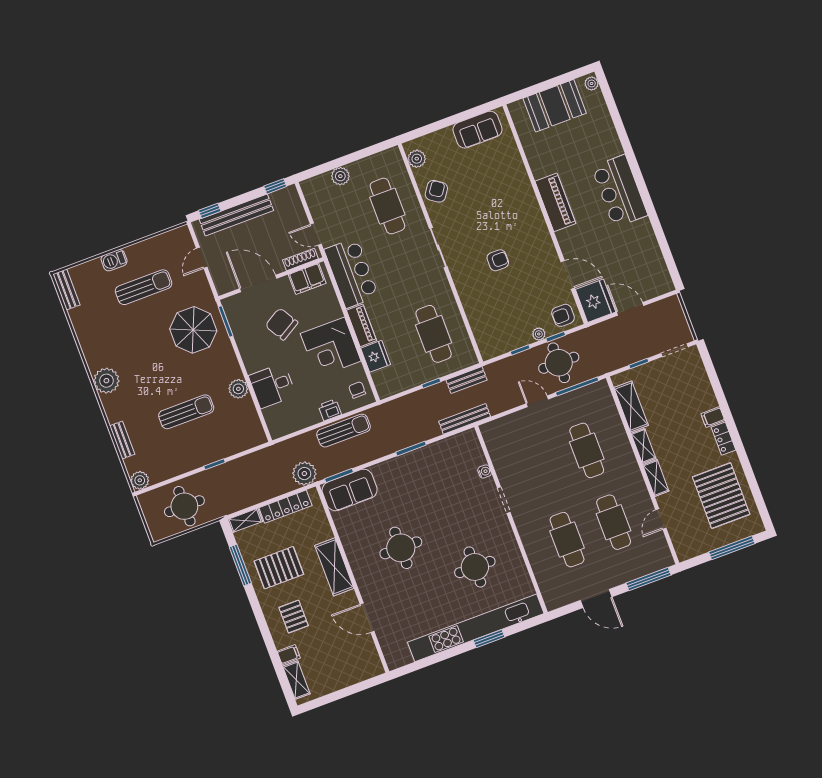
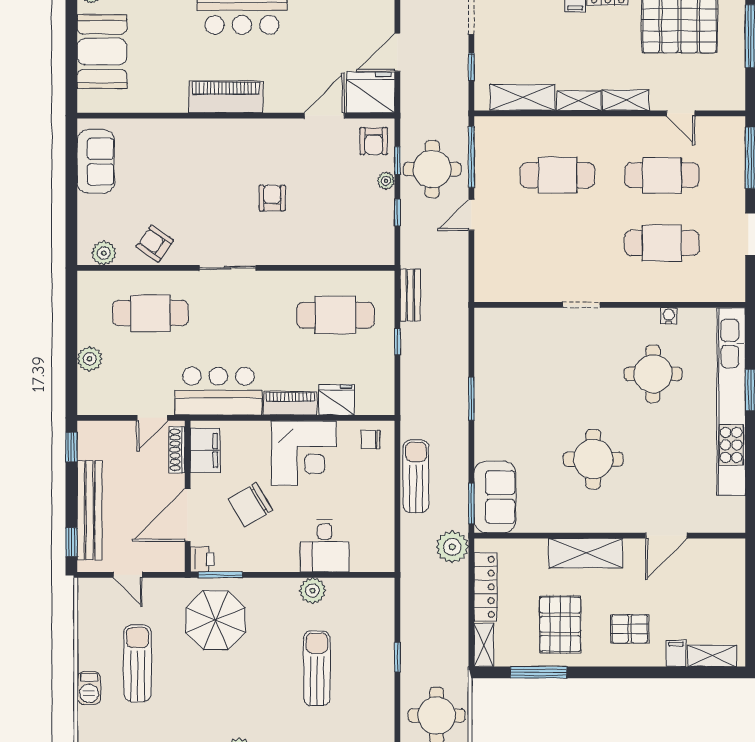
printer: (330, 410) -> (202, 559), moved, turned 180
bench: (465, 419) -> (459, 316), removed
water cooler: (485, 471) -> (669, 316), moved

